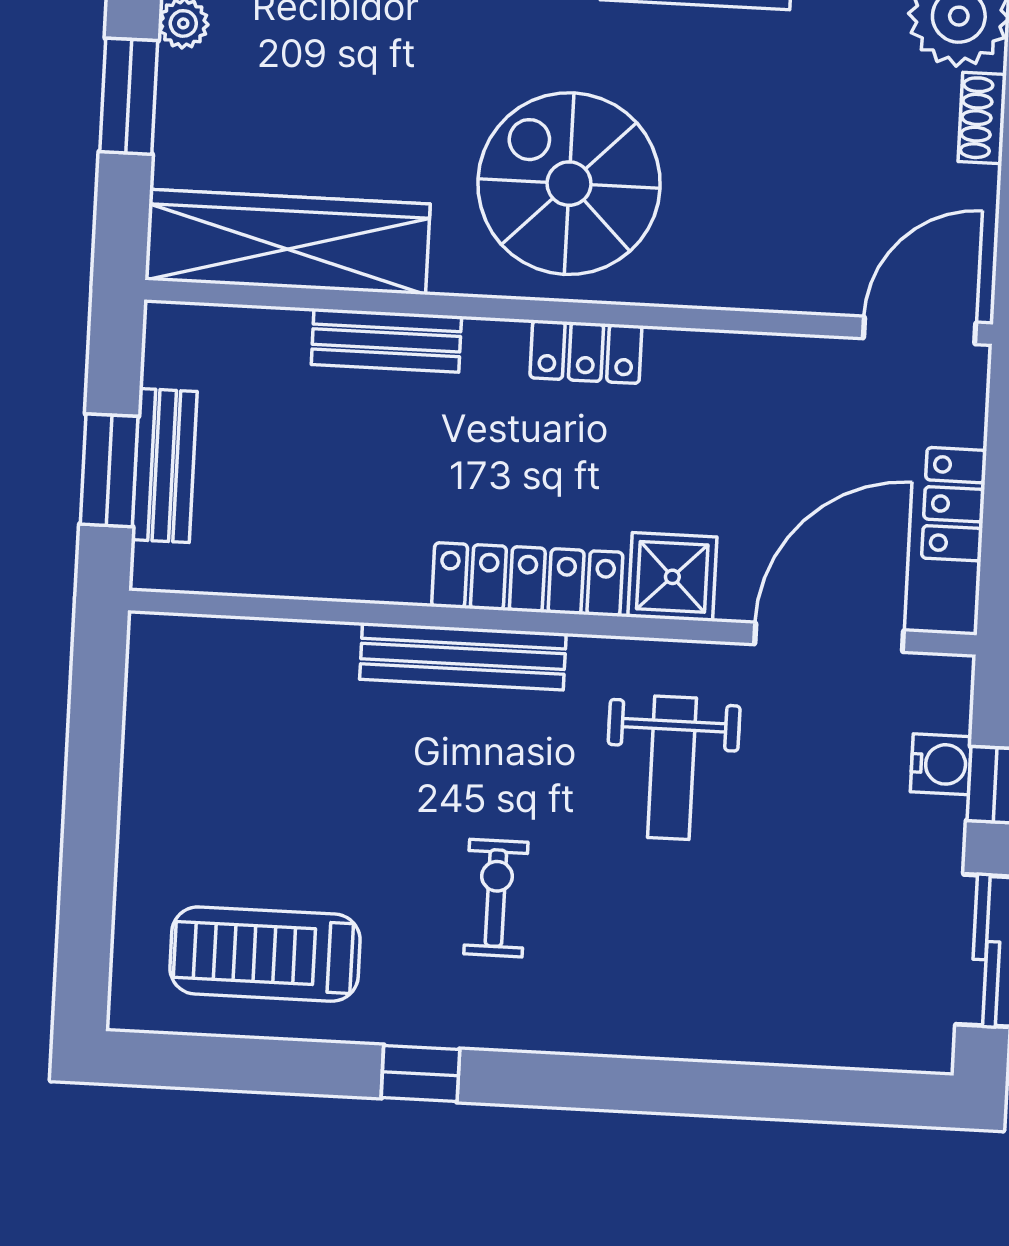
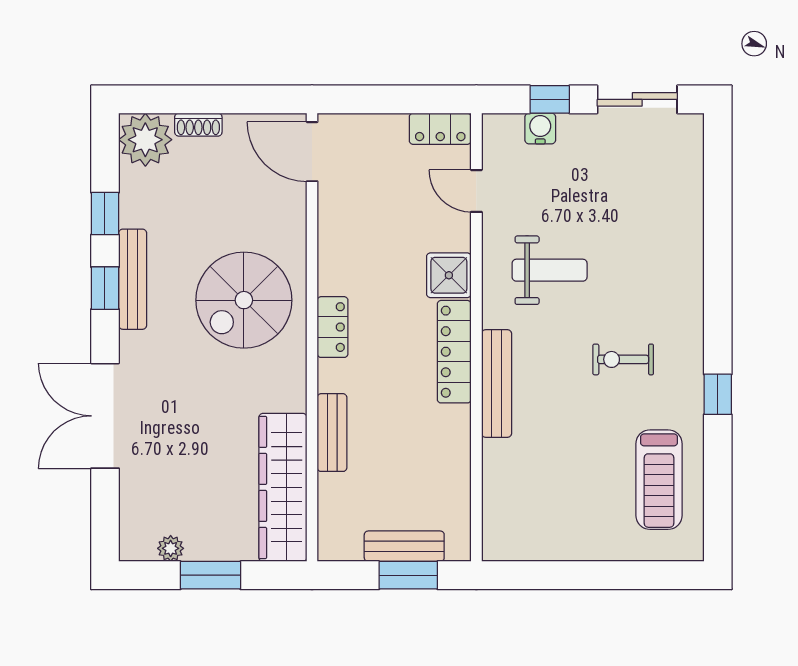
spiral stairs: (569, 184) -> (244, 300), moved
locker: (954, 504) -> (440, 129), moved
door: (829, 637) -> (476, 191), width x0.53

